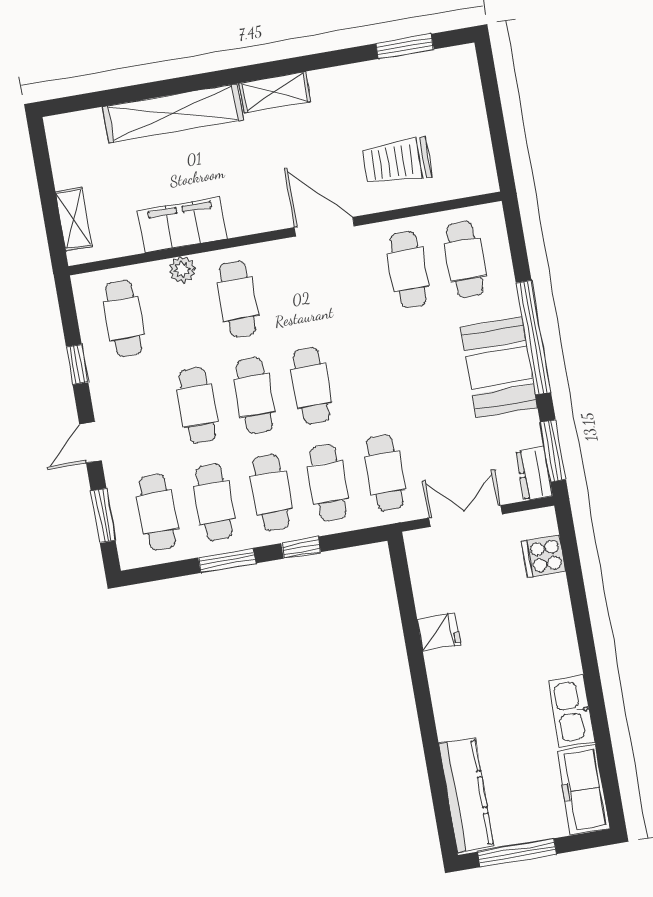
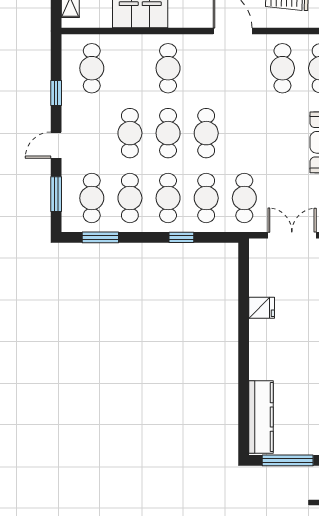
plant: (182, 270) -> (135, 43), removed
window: (227, 560) -> (100, 237), moved

